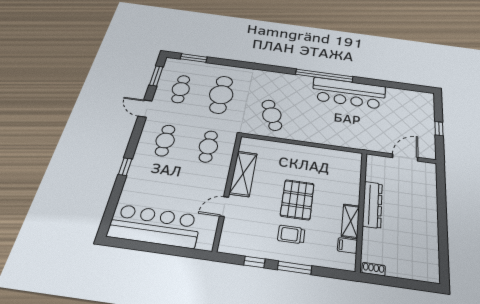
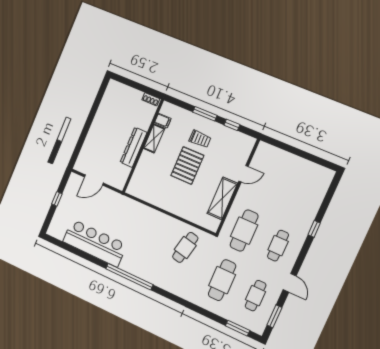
bar counter: (349, 93) -> (95, 243), moved
cafe table: (272, 115) -> (185, 247), turned 35
cafe table: (208, 146) -> (244, 231), width x1.37, depth x1.35
bar counter: (155, 226) -> (299, 171), removed

